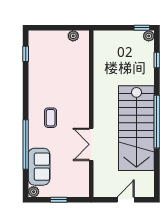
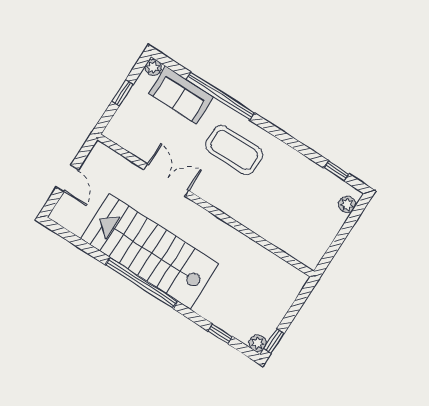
plant: (73, 36) -> (347, 205), moved
coffee table: (51, 118) -> (234, 150), width x1.86, depth x1.72

